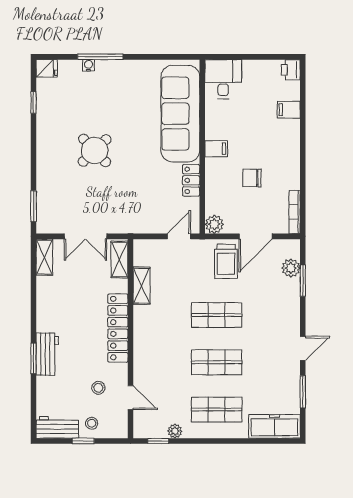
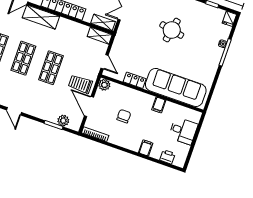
printer: (291, 70) -> (167, 157), moved
desk: (223, 79) -> (183, 131), moved
filing cabinet: (289, 110) -> (146, 148), moved
filing cabinet: (216, 149) -> (159, 105), moved
round table: (95, 150) -> (172, 30), turned -35
shelving: (142, 286) -> (100, 36), moved
shelving: (144, 357) -> (41, 17), added

